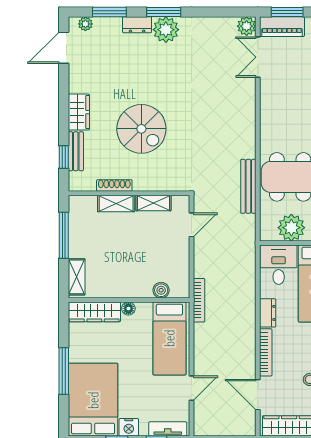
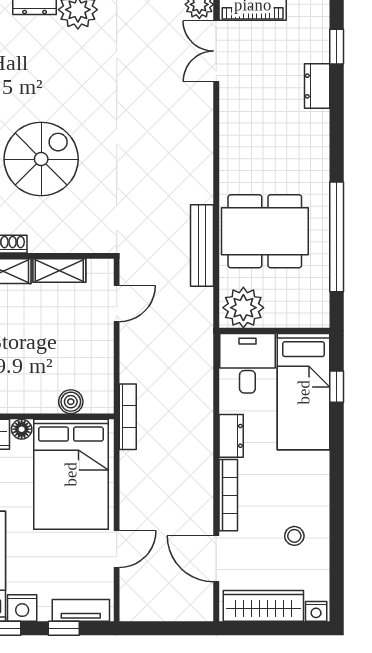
spiral stairs: (141, 129) -> (41, 159), turned -90
plant: (291, 228) -> (243, 308), moved
bed: (169, 338) -> (71, 474), width x1.50

